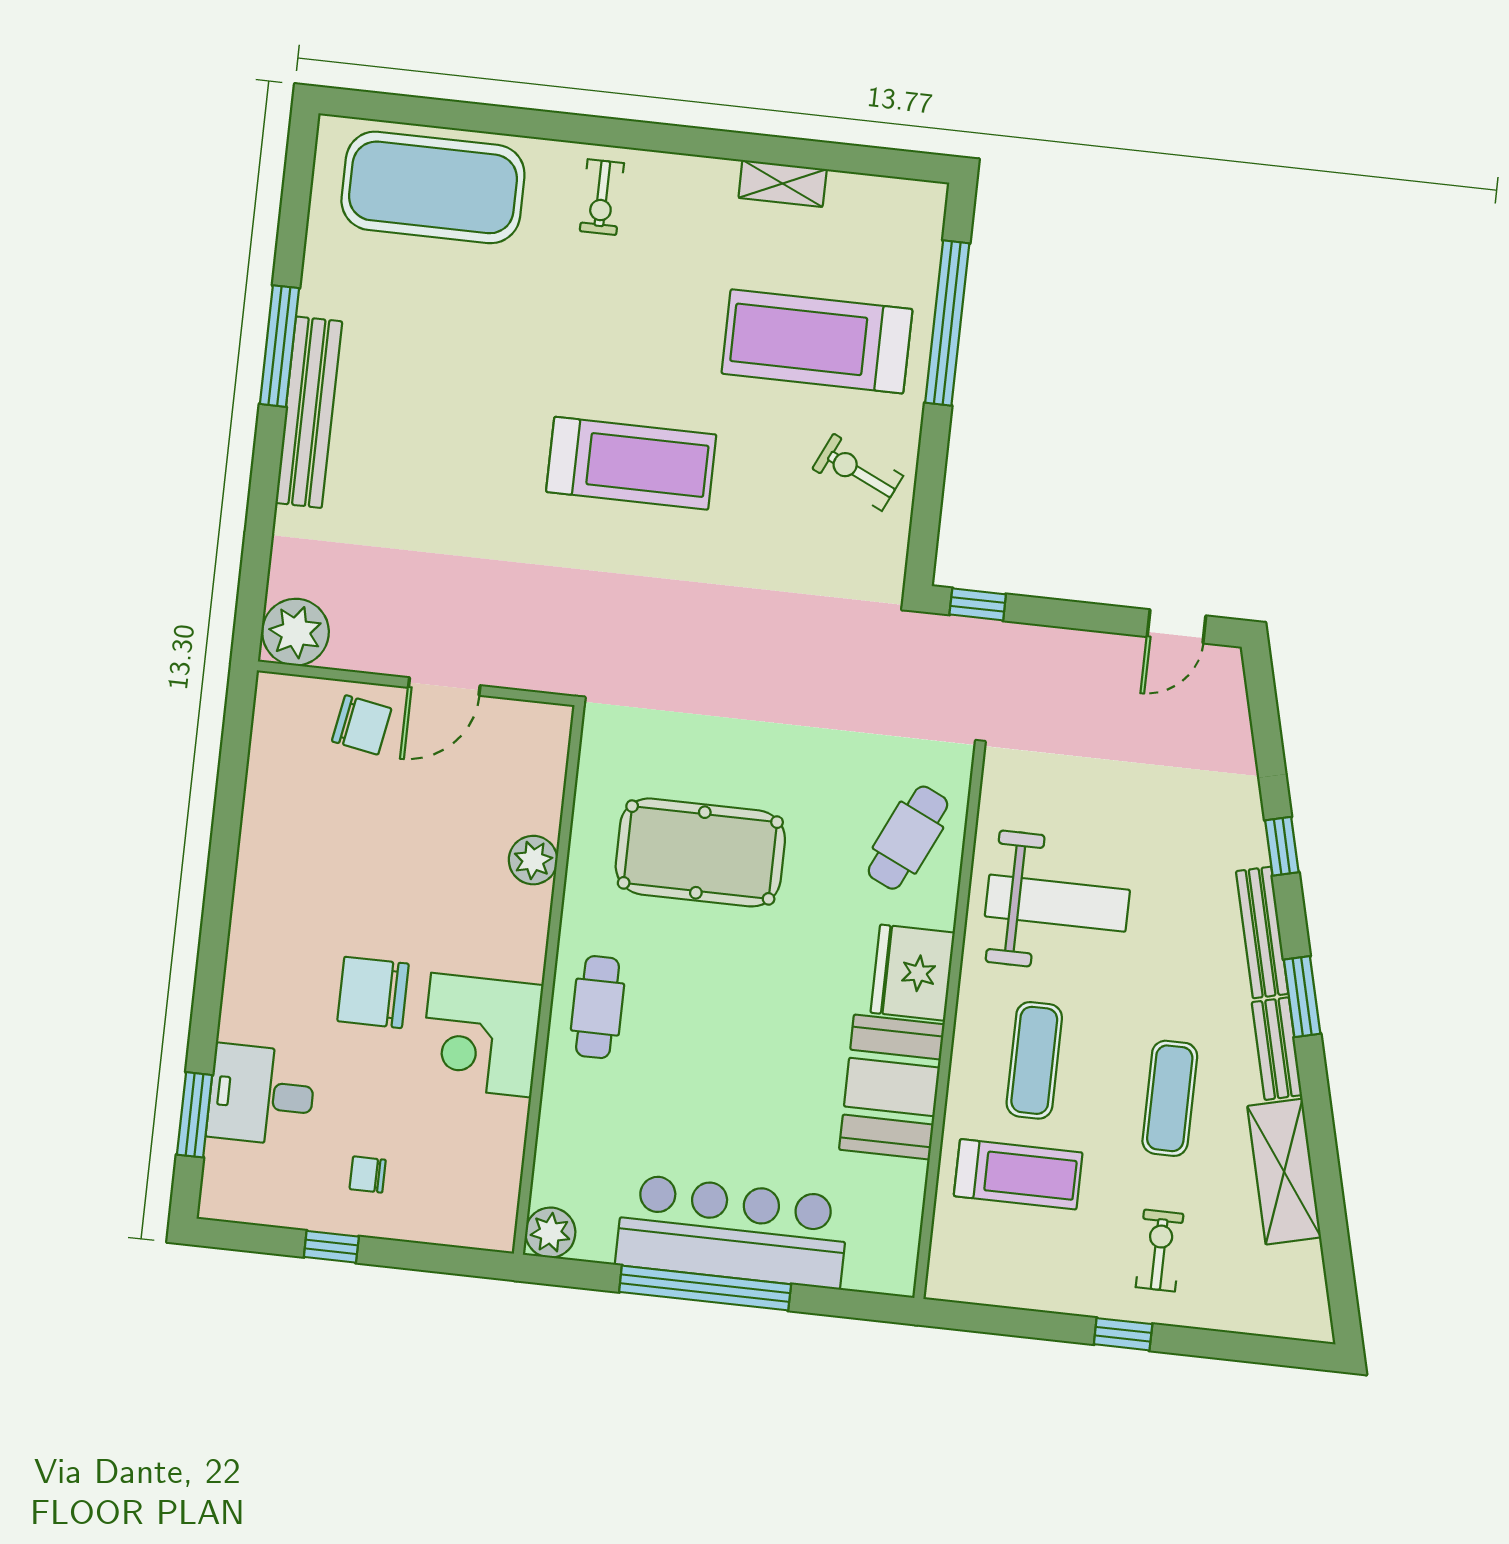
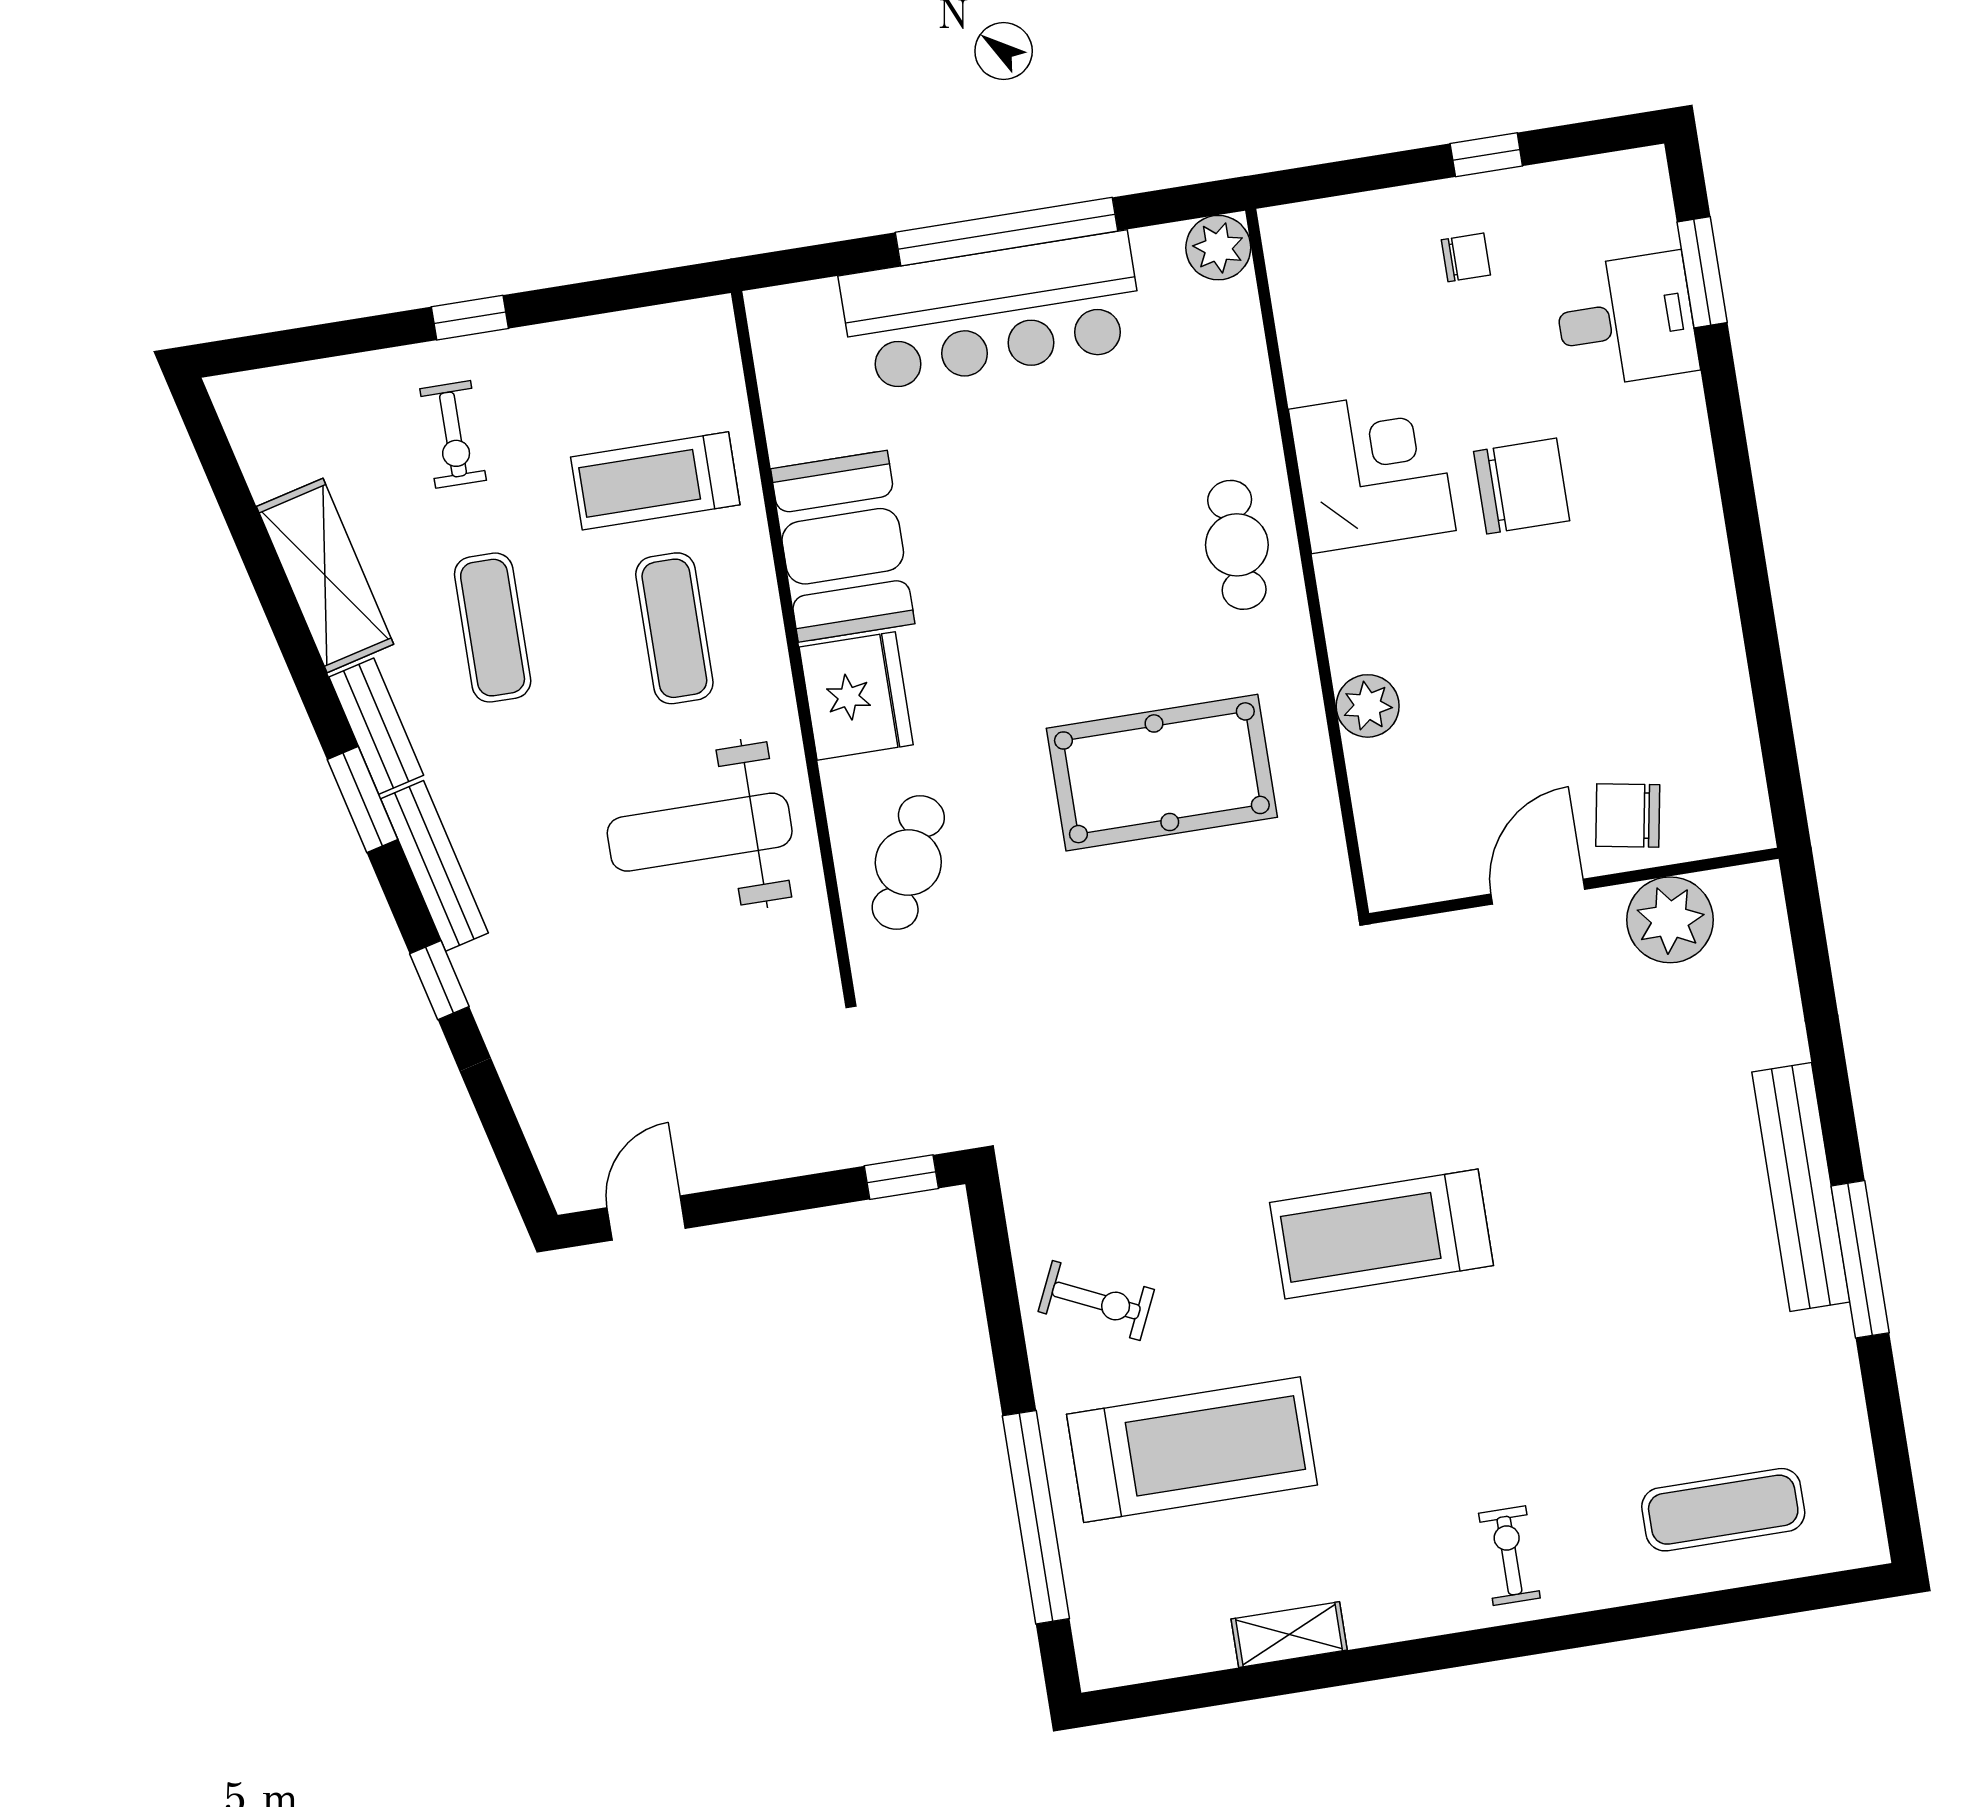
exercise mat: (433, 187) -> (1723, 1510), width x0.50, depth x0.69
plant: (296, 632) -> (1670, 920), moved

